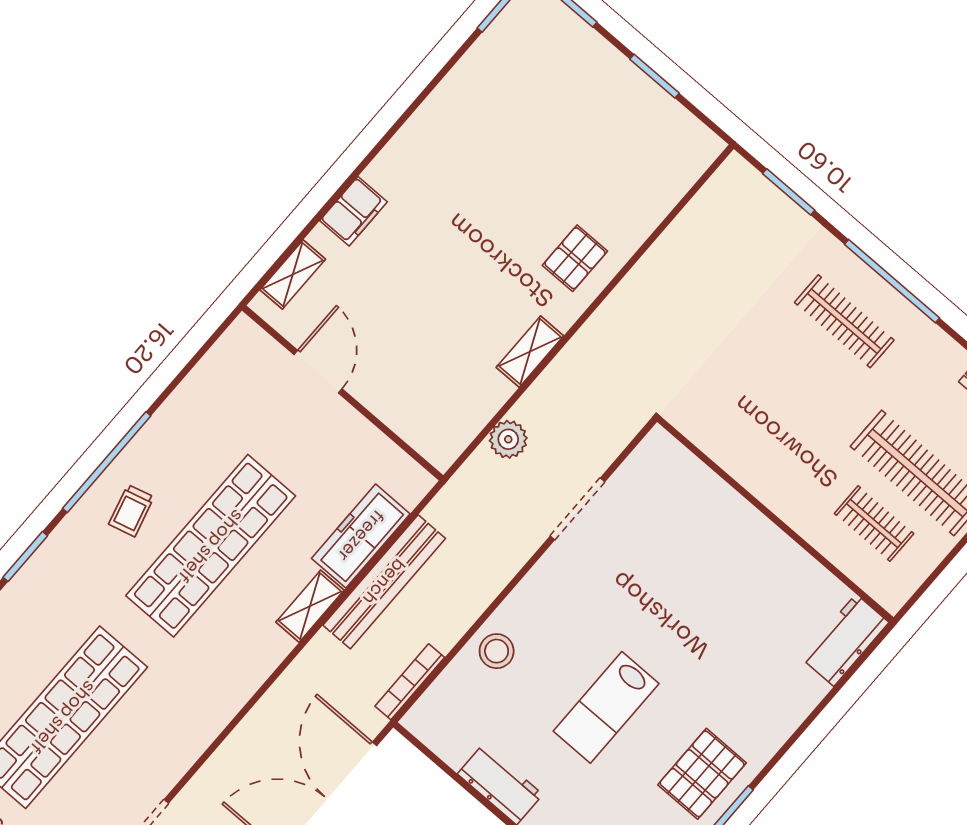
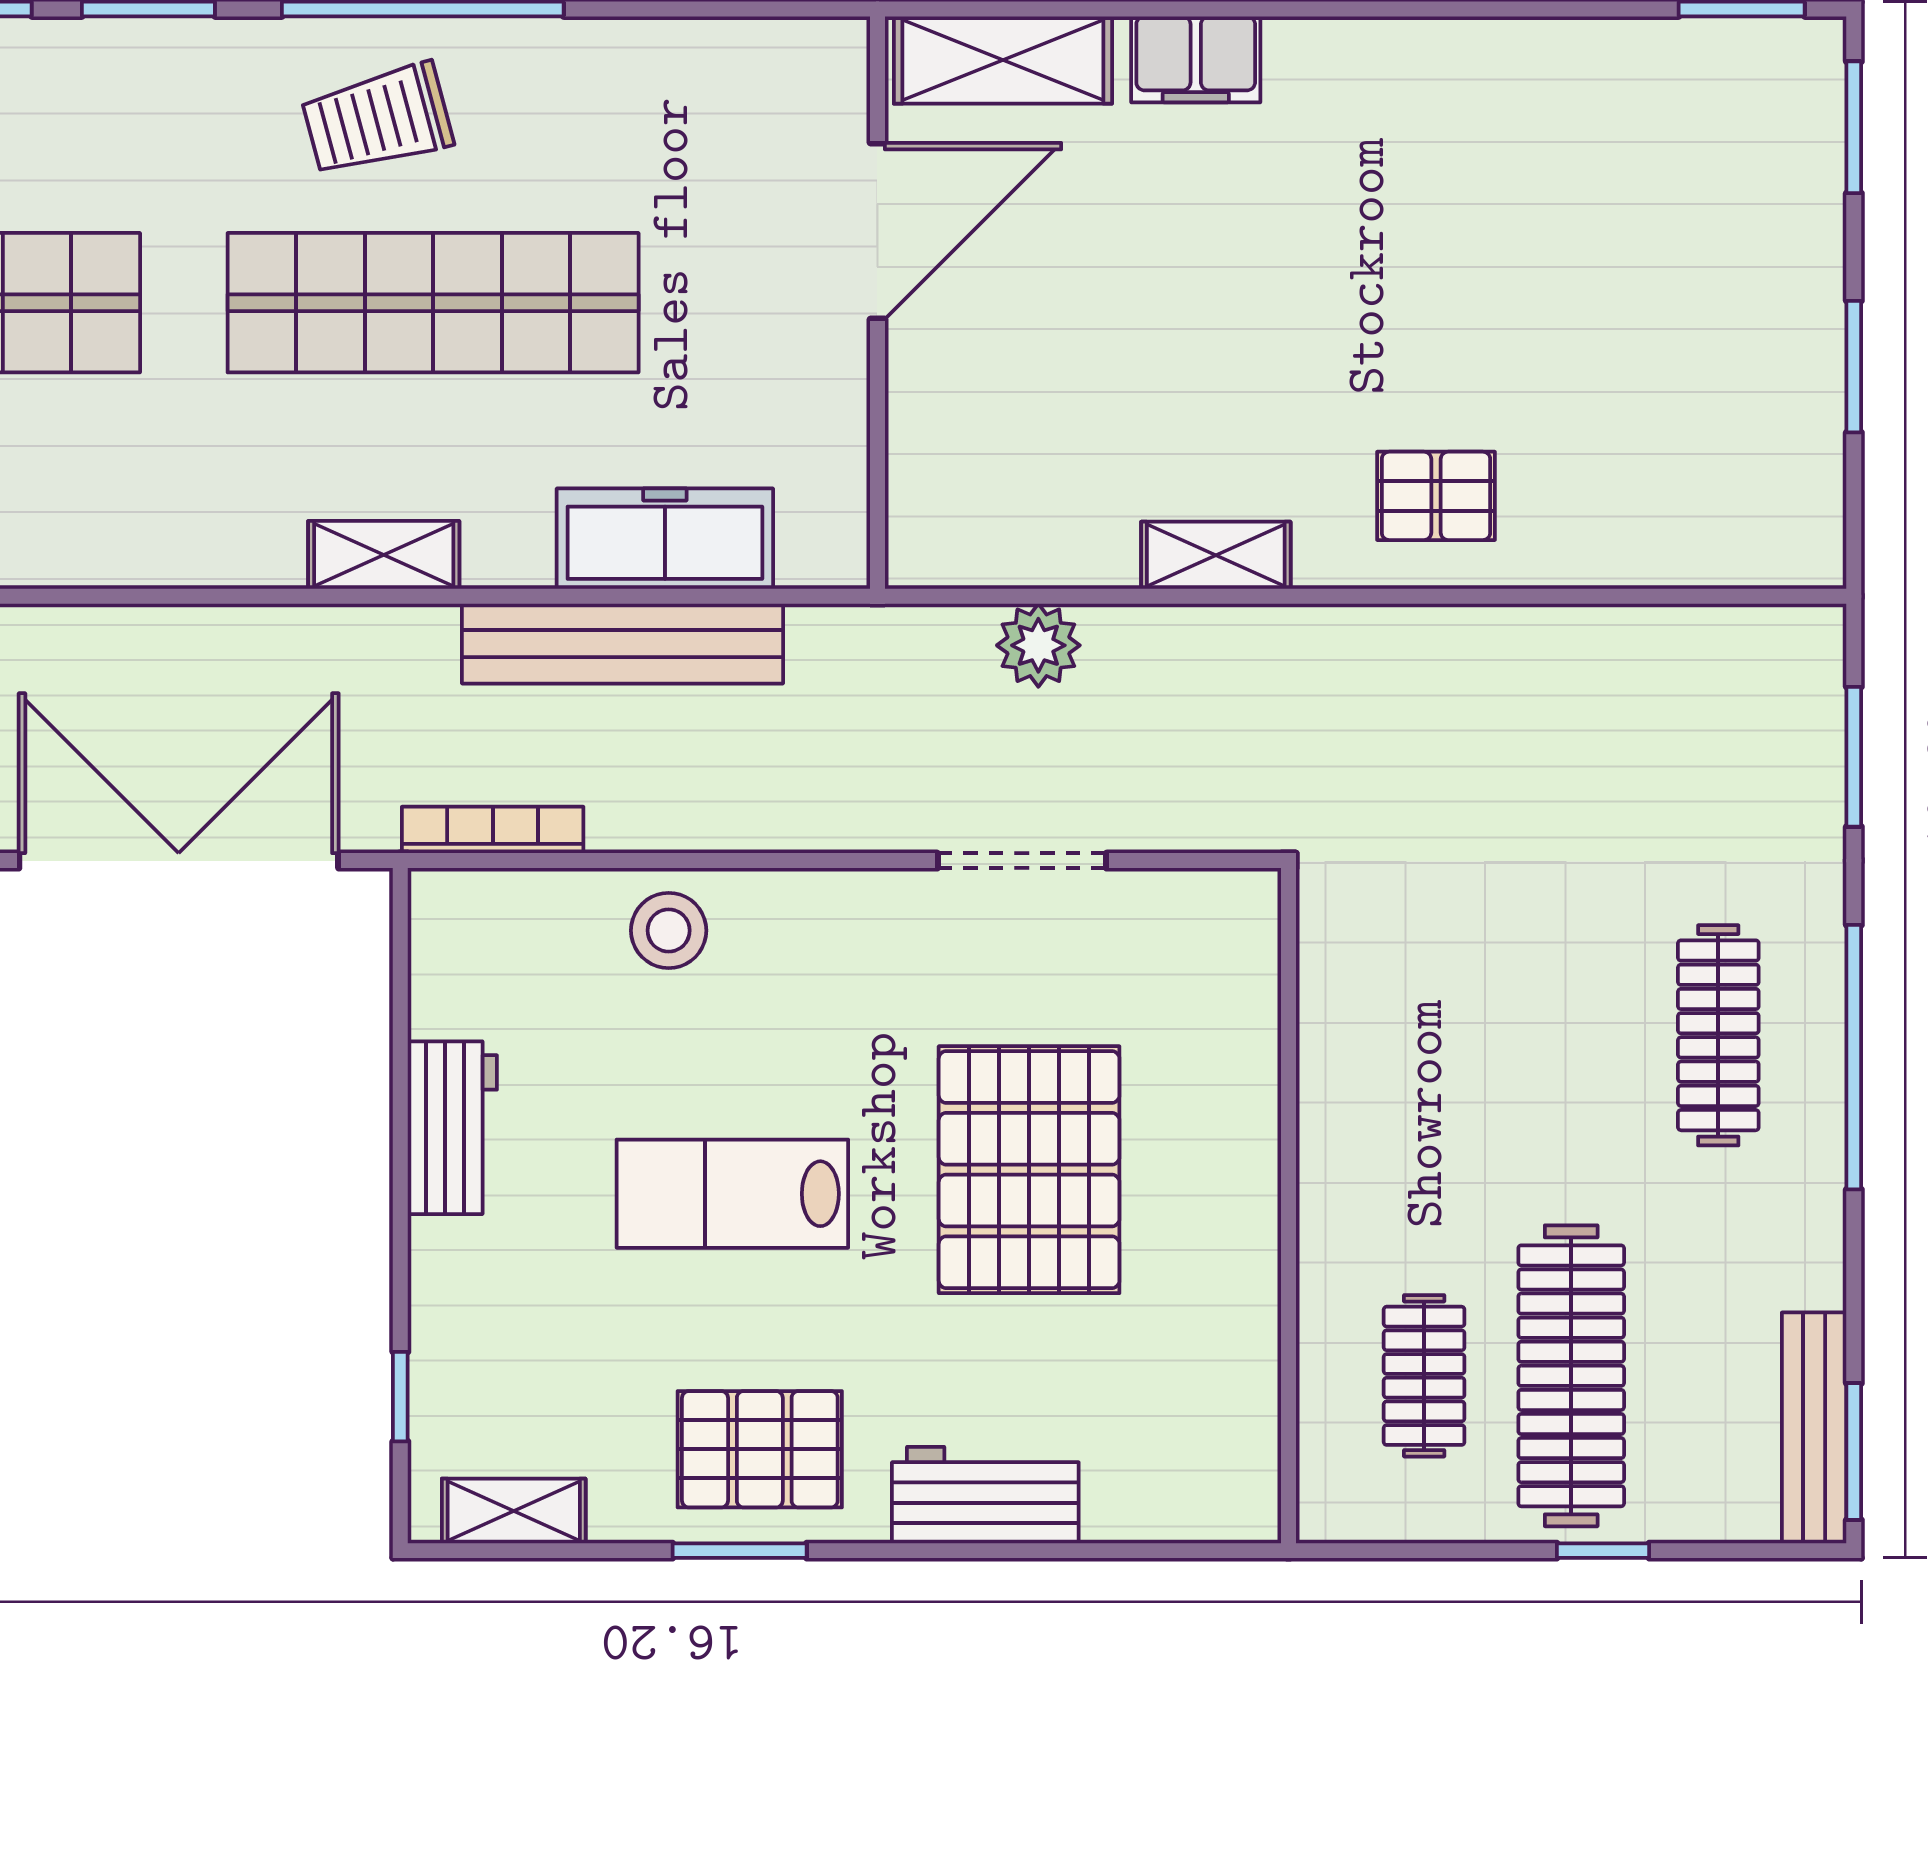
shelving: (293, 274) -> (1003, 60), width x1.50, depth x1.33
door: (318, 372) -> (877, 231), width x1.36
trolley: (131, 511) -> (377, 120), width x1.36, depth x1.39
pallet: (686, 598) -> (1029, 1170), added
shelving: (310, 606) -> (384, 555), moved
workbench: (845, 640) -> (985, 1495), moved

